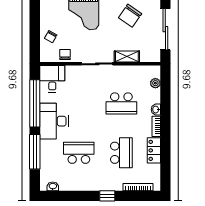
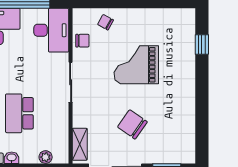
shelving: (127, 57) -> (80, 144), moved
desk: (52, 79) -> (51, 30), width x1.37

